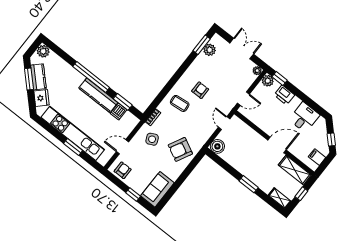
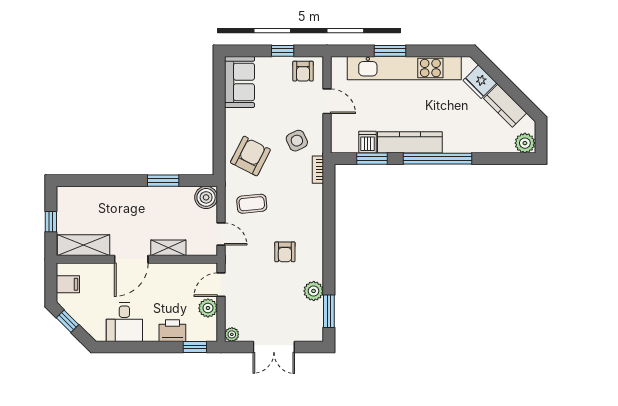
plant: (210, 50) -> (314, 291), moved
window: (29, 79) -> (515, 93), removed
plant: (268, 81) -> (208, 308), moved
coffee table: (180, 103) -> (252, 204), moved
door: (123, 147) -> (327, 101), hinge flipped
window: (249, 184) -> (163, 181), moved
window: (133, 194) -> (283, 51), moved
shelving: (280, 198) -> (168, 248), moved

